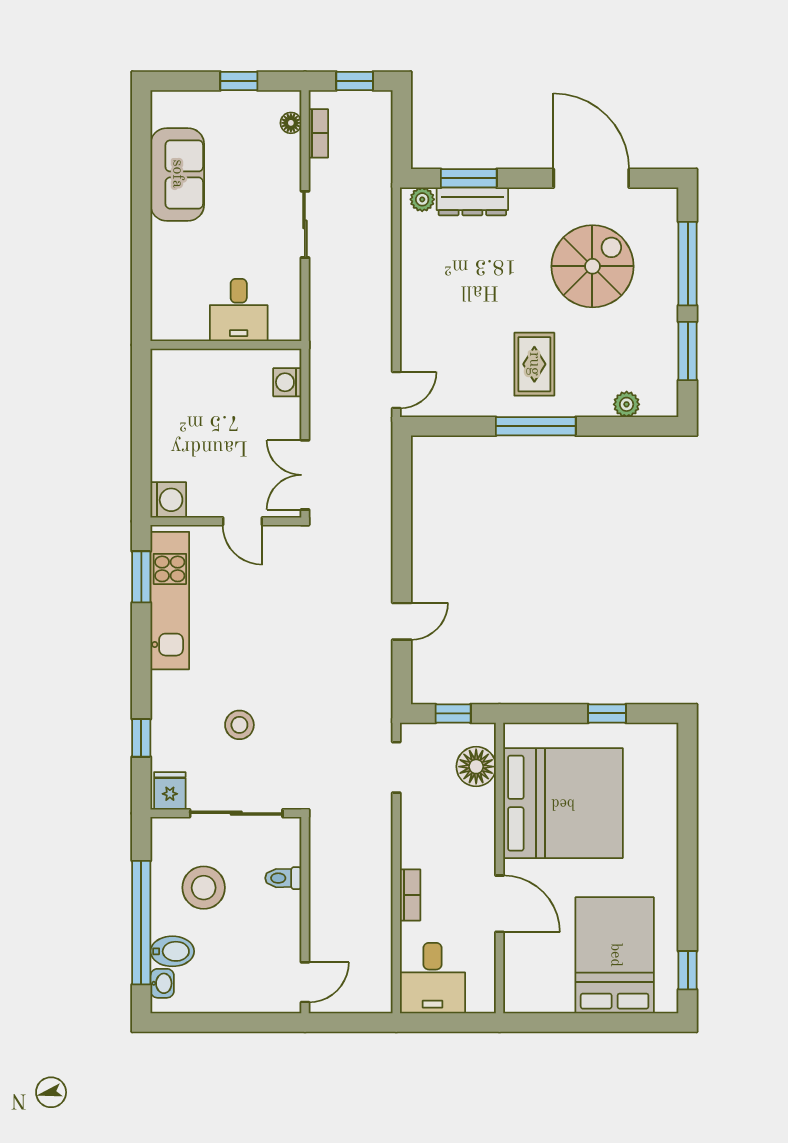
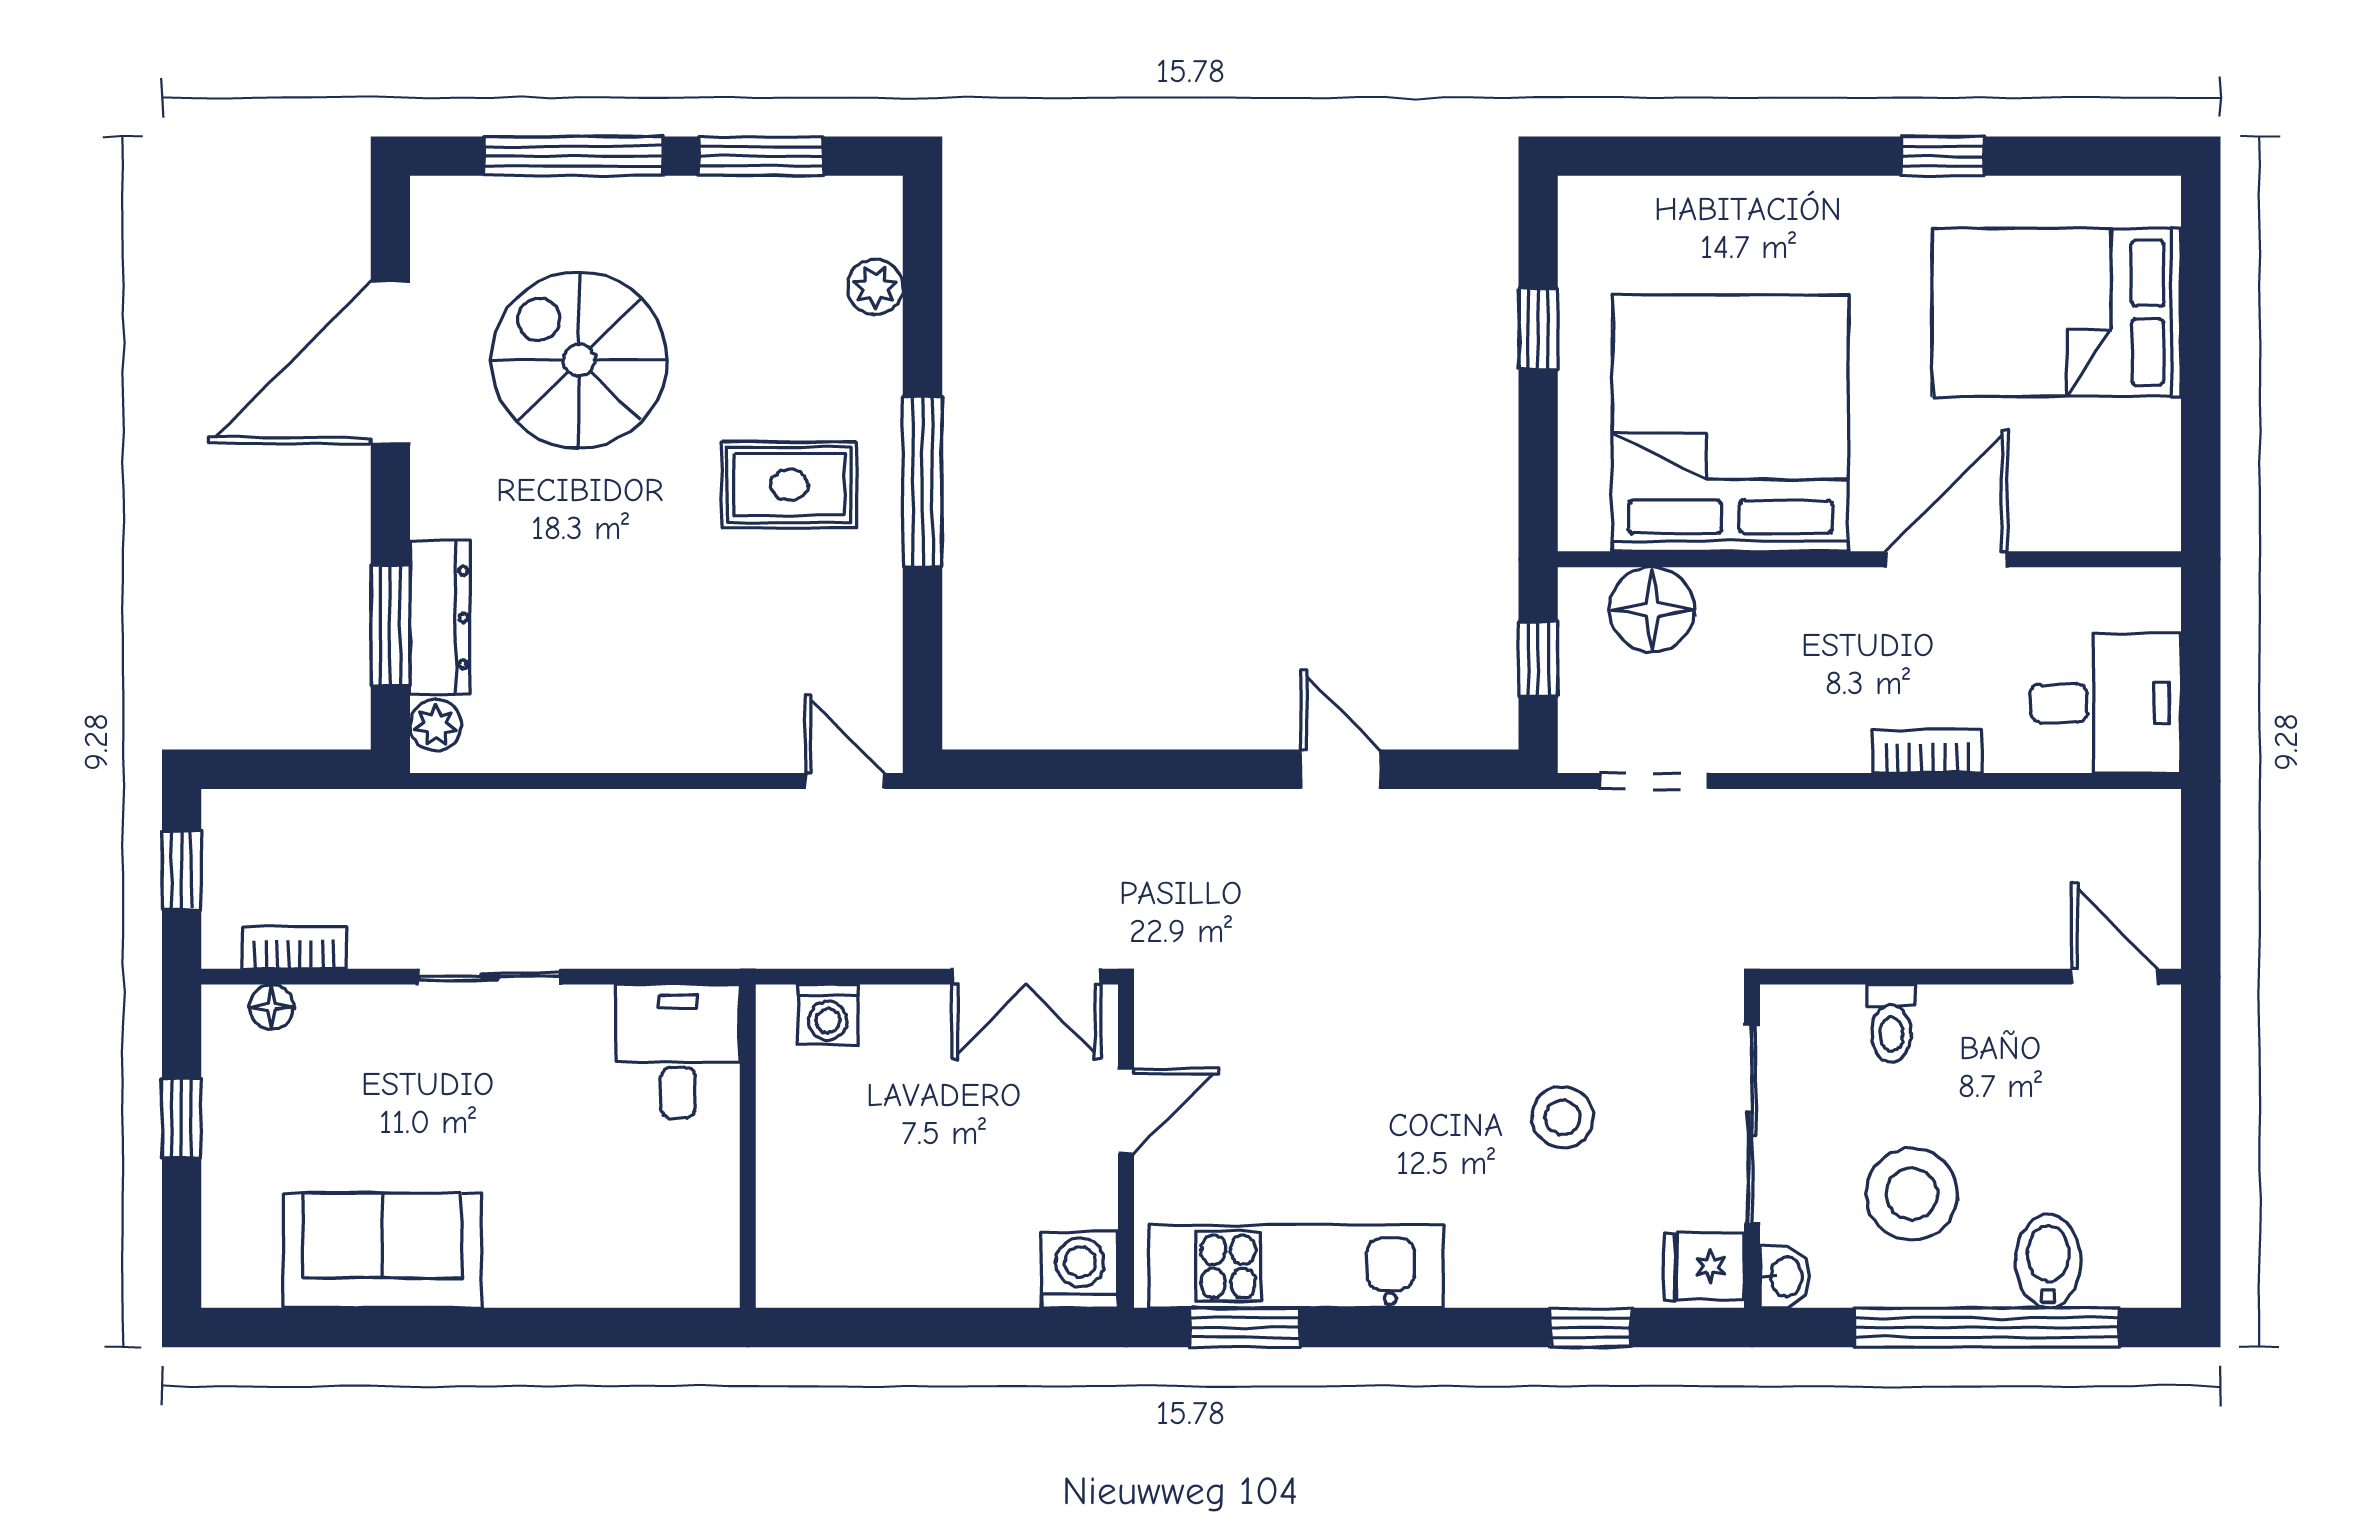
desk: (239, 310) -> (678, 1051), moved, turned -90
window: (688, 970) -> (1943, 156), moved
washbasin: (162, 983) -> (1785, 1277), moved, turned 90

